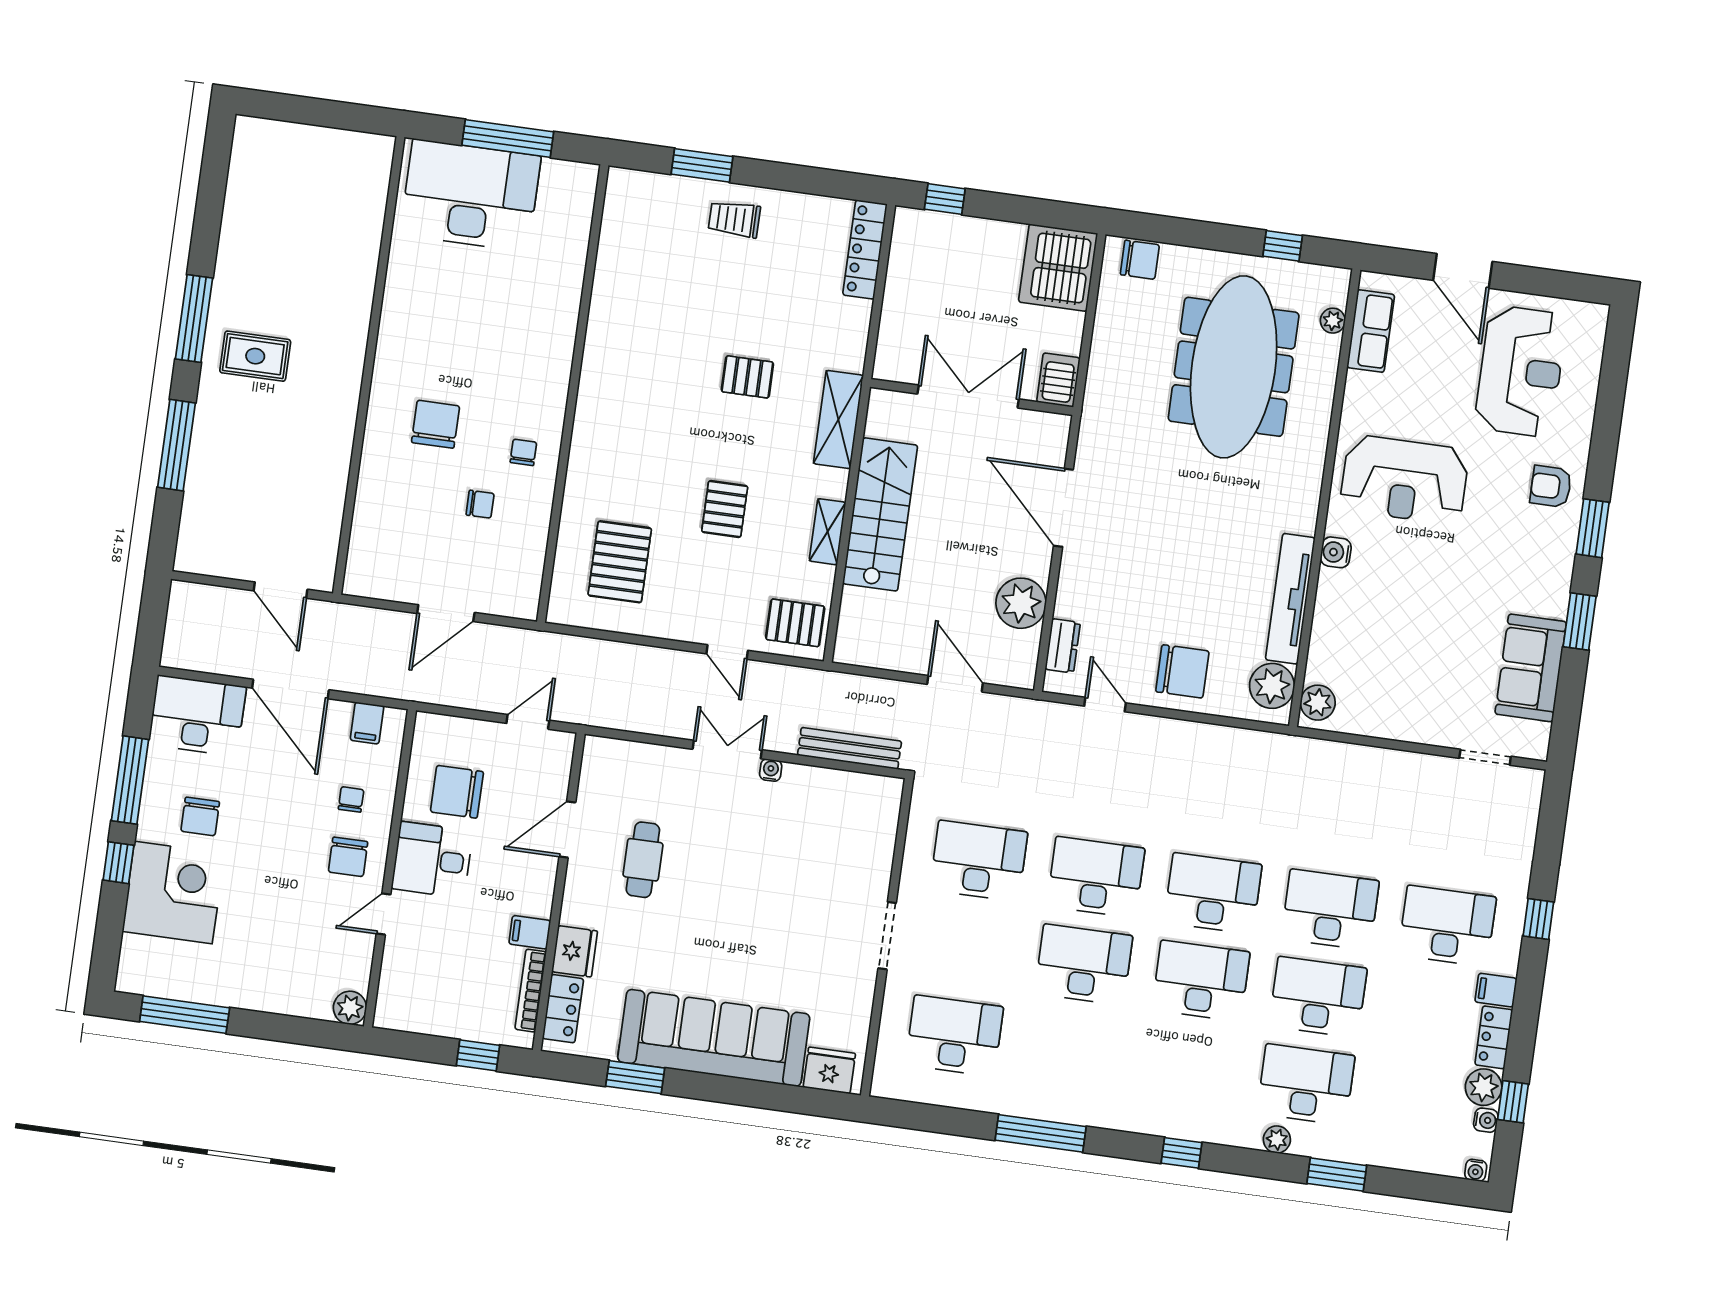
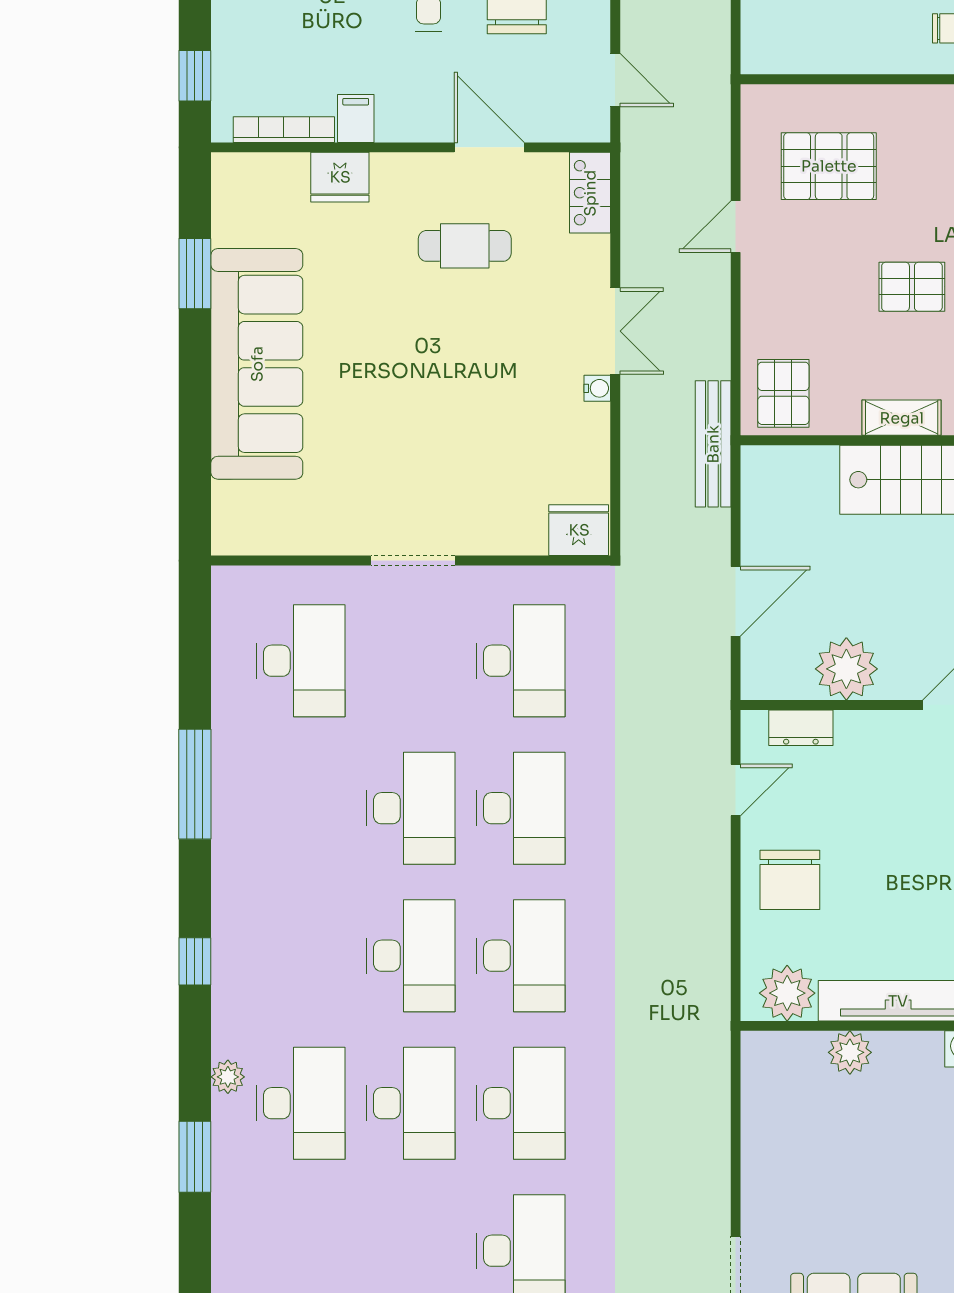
door: (727, 652) -> (736, 227), moved
plant: (1318, 703) -> (850, 1052), moved
bench: (850, 748) -> (713, 444), moved
locker: (563, 1009) -> (590, 193), moved, turned 90
fridge: (829, 1070) -> (579, 530), moved, turned -90

